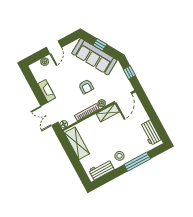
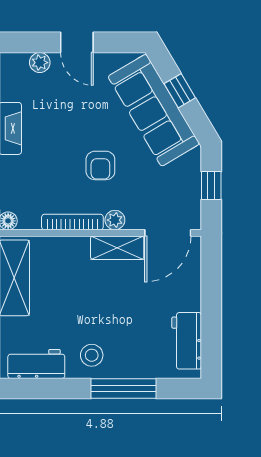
door: (54, 47) -> (77, 42), hinge flipped

